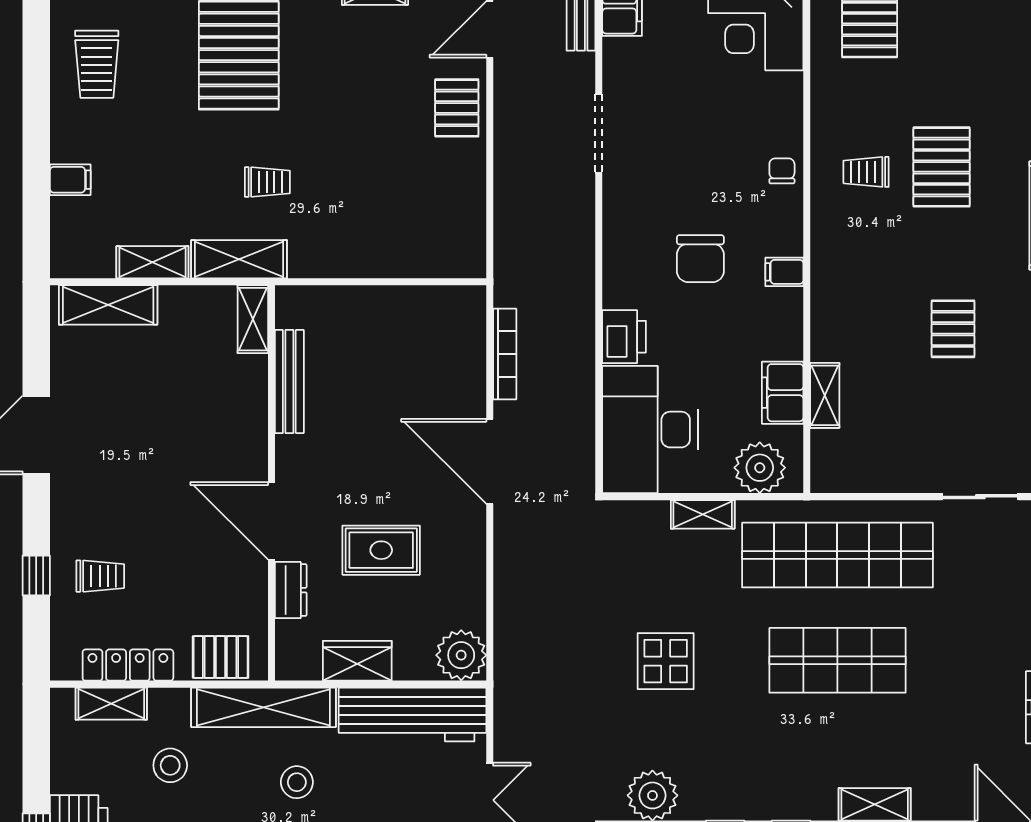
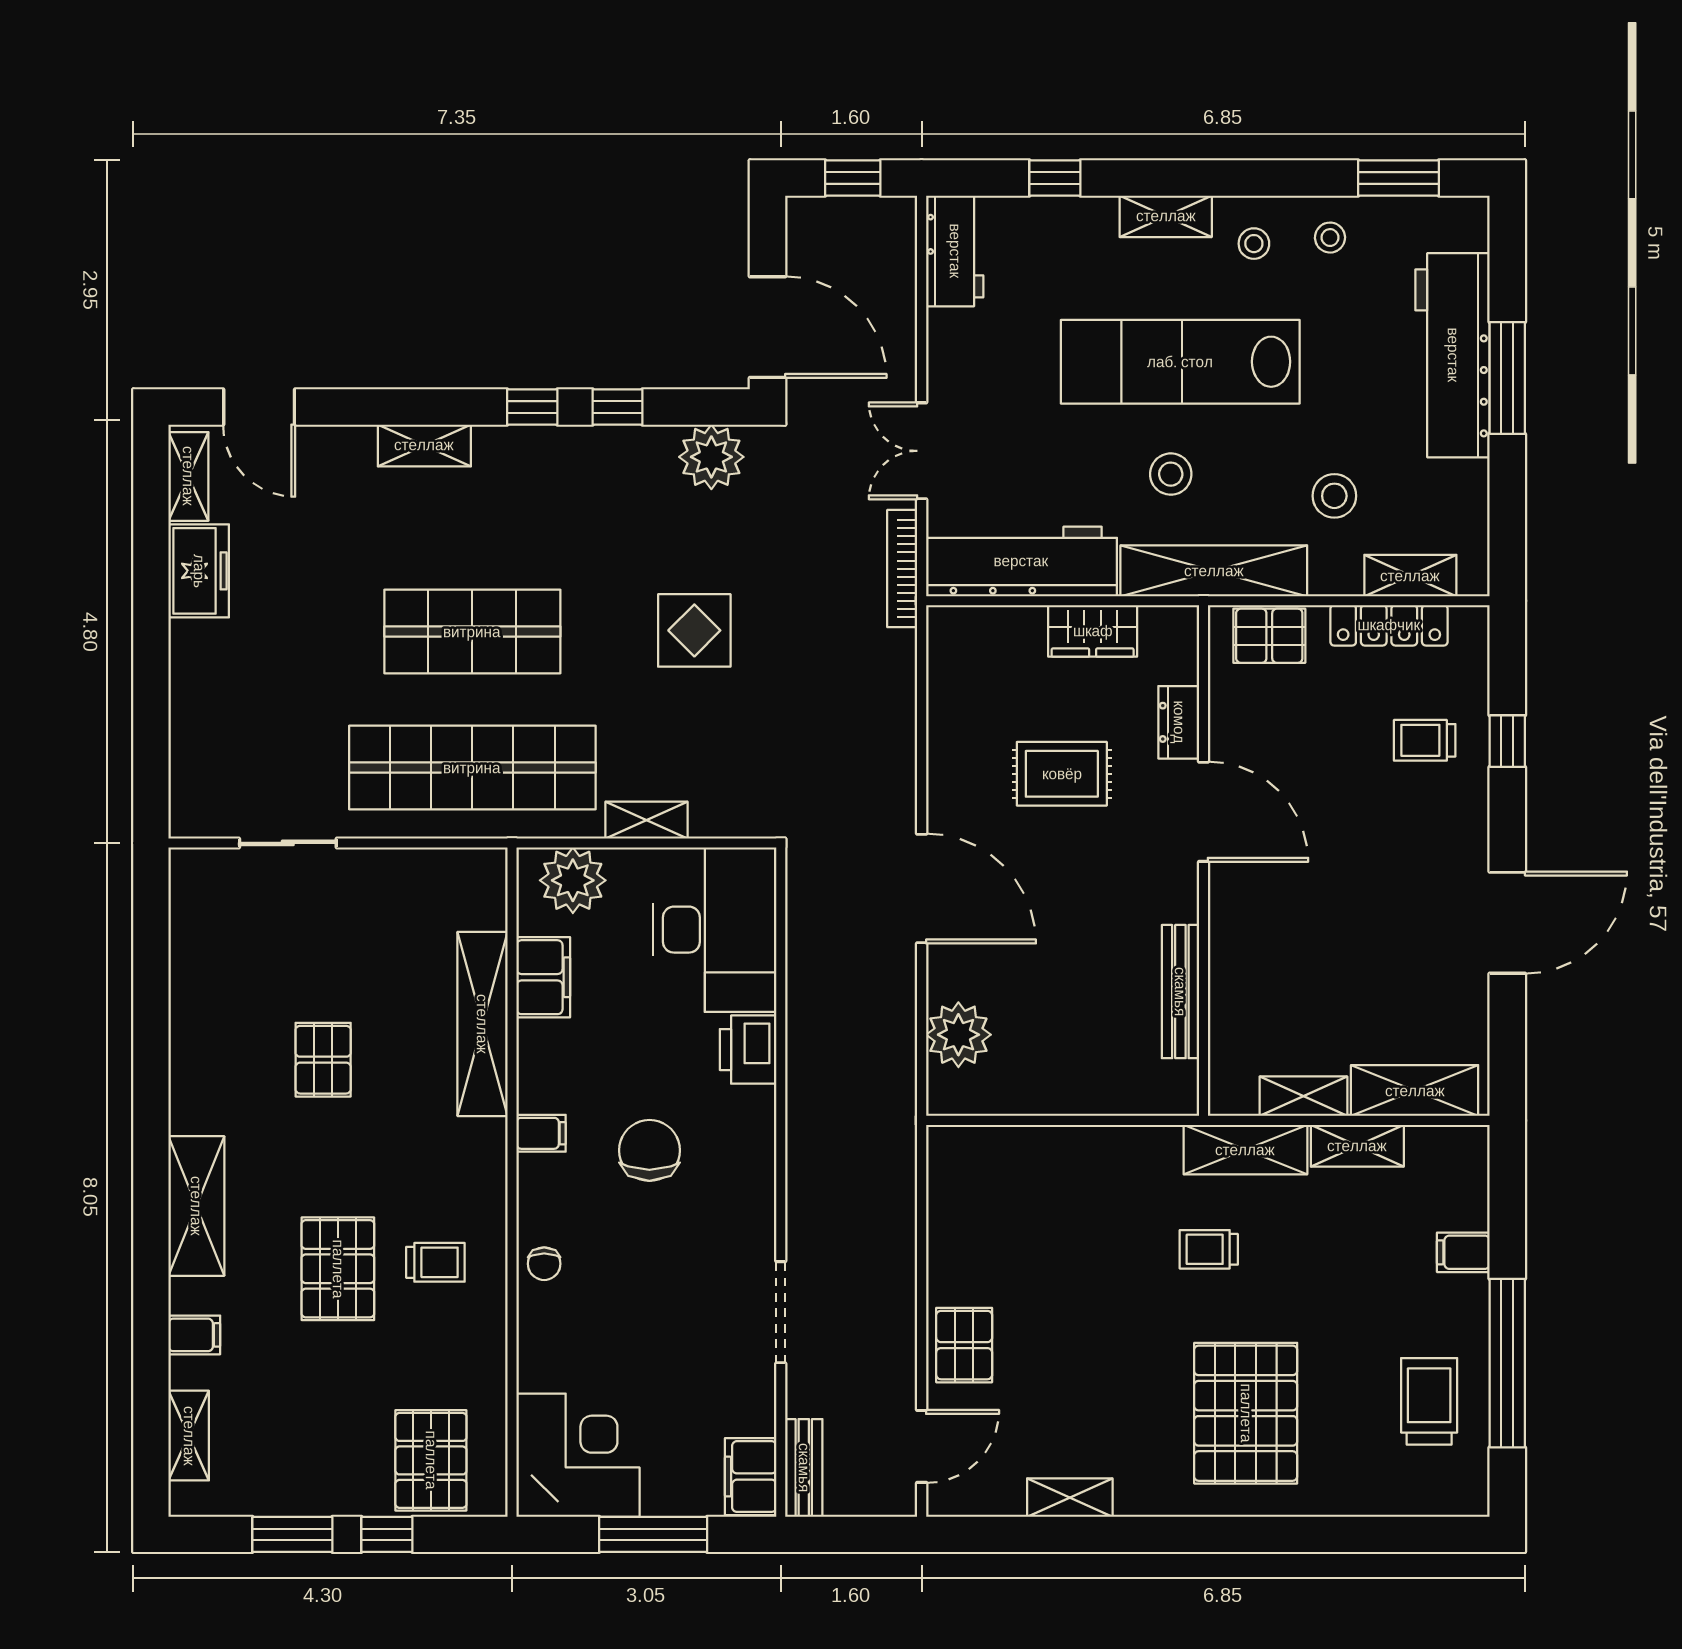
window: (36, 94) -> (1507, 1363), added
shelving: (253, 319) -> (1303, 1096), moved, turned 90
bookcase: (505, 354) -> (902, 569), moved
shelving: (825, 395) -> (482, 1024), width x2.20, depth x1.33
plant: (461, 655) -> (958, 1035), moved

